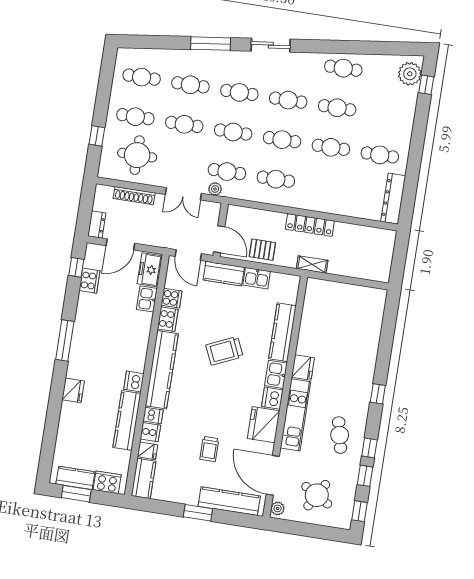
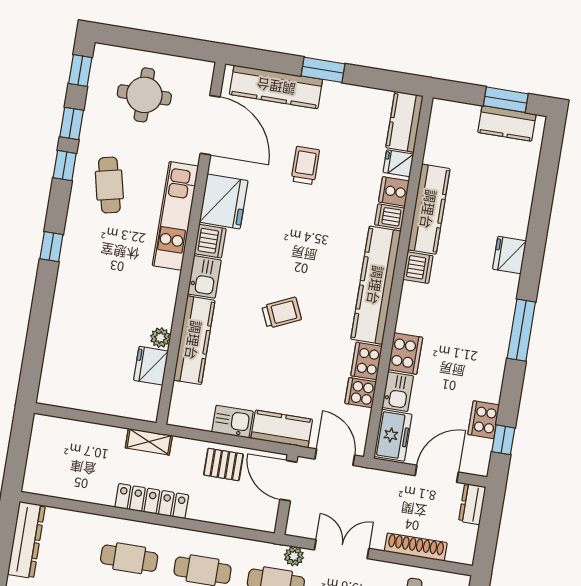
cafe table: (325, 187) -> (129, 558), added
trolley: (224, 351) -> (282, 313), width x0.73, depth x0.72
fridge: (303, 368) -> (151, 366), moved
cooker: (107, 482) -> (405, 353), moved, turned -90
round table: (317, 495) -> (144, 95), turned -30
plant: (278, 508) -> (160, 338), moved

